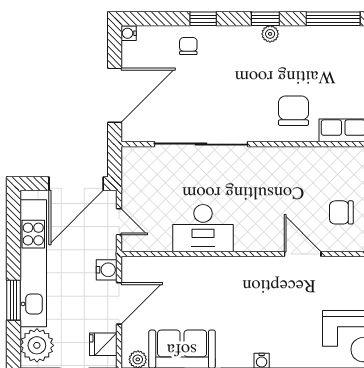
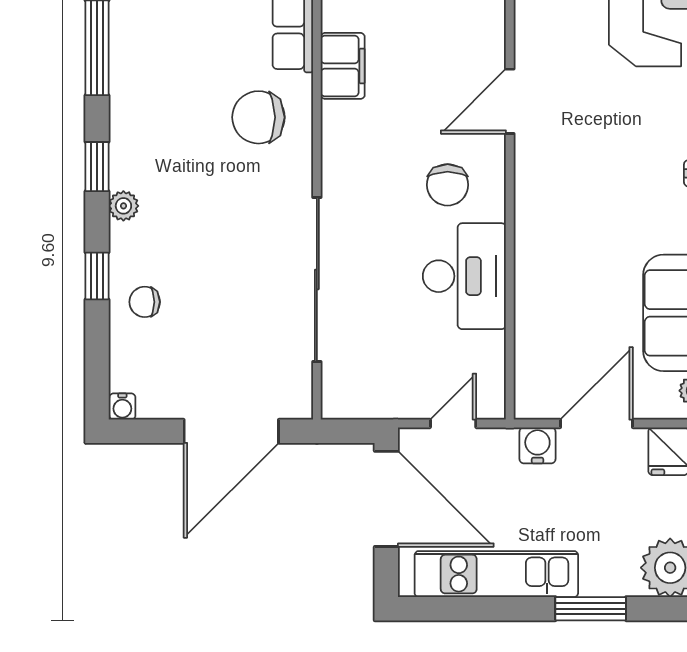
plant: (270, 34) -> (123, 206), moved
door: (115, 95) -> (231, 431), swing flipped
filing cabinet: (323, 159) -> (343, 66), added
chair: (341, 212) -> (448, 185), moved
kitchen unit: (33, 263) -> (496, 574), width x0.73
door: (119, 303) -> (596, 424), hinge flipped

